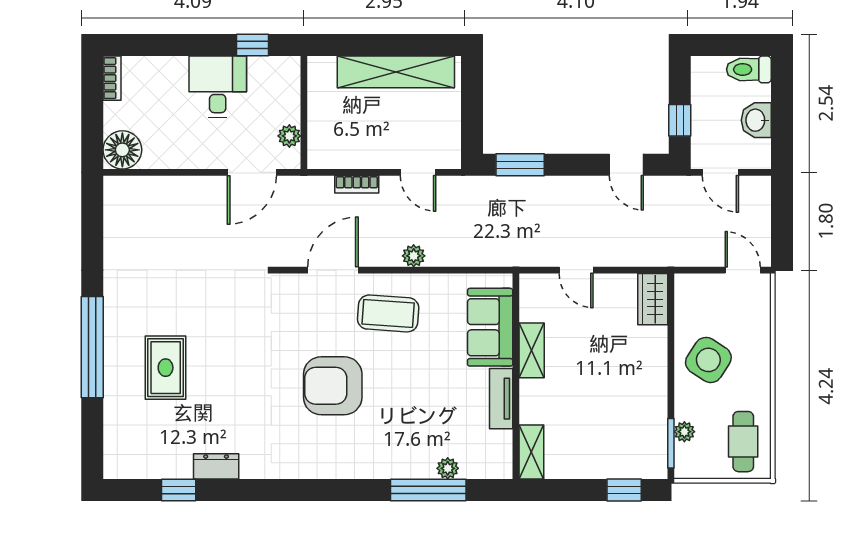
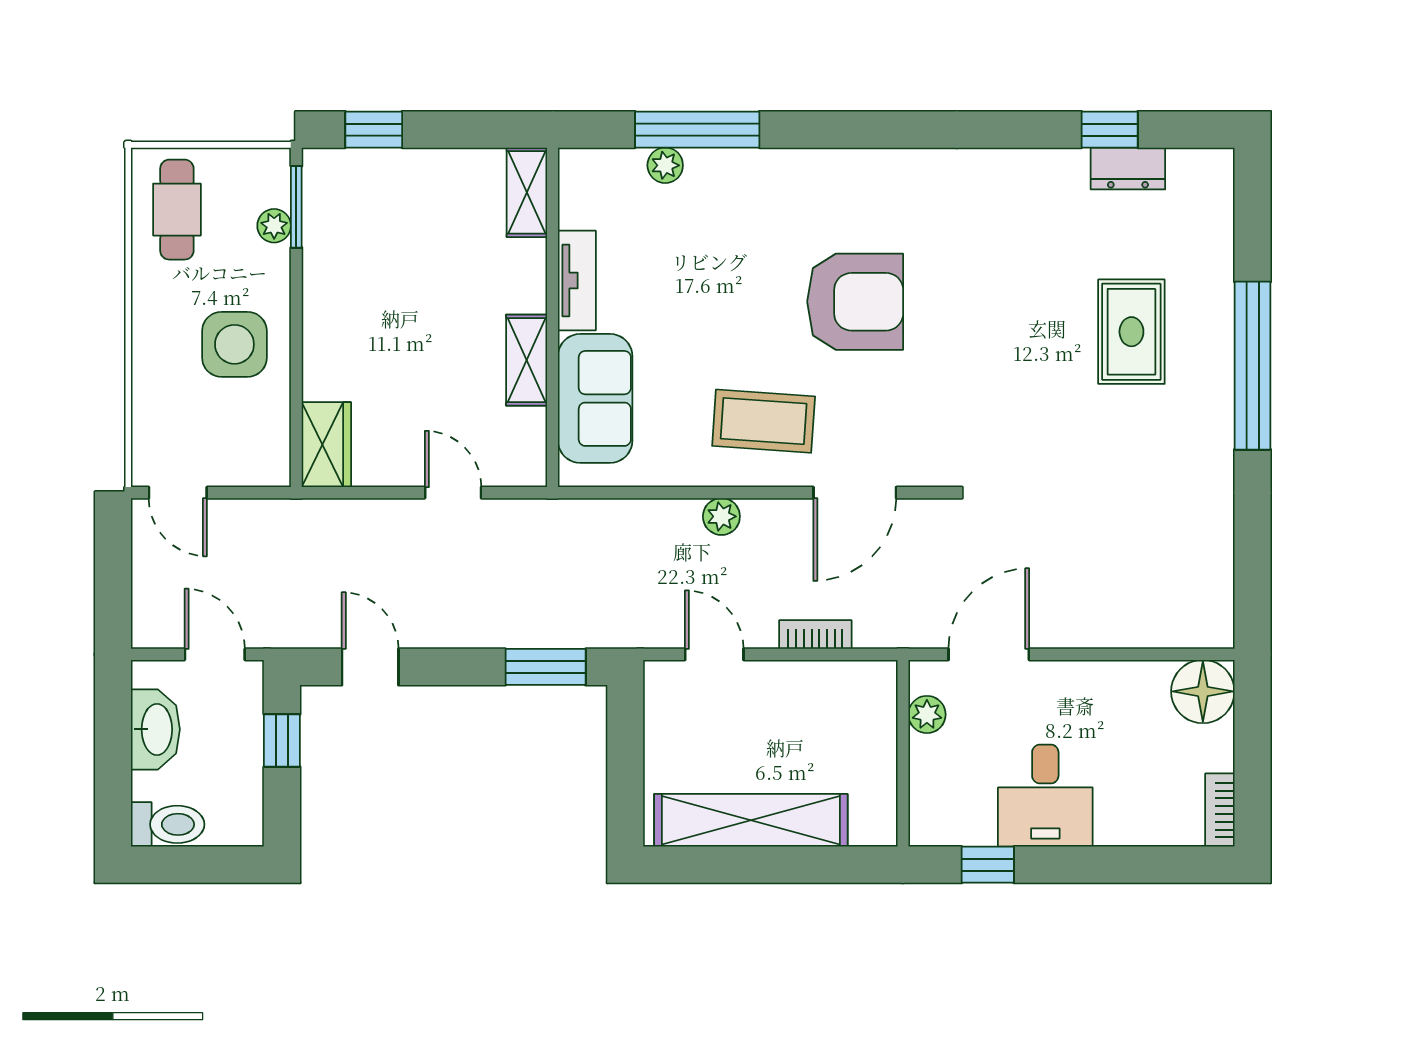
washbasin: (756, 120) -> (155, 729), width x1.38
side table: (708, 360) -> (234, 344), turned -33
dresser: (216, 466) -> (1128, 168), moved

